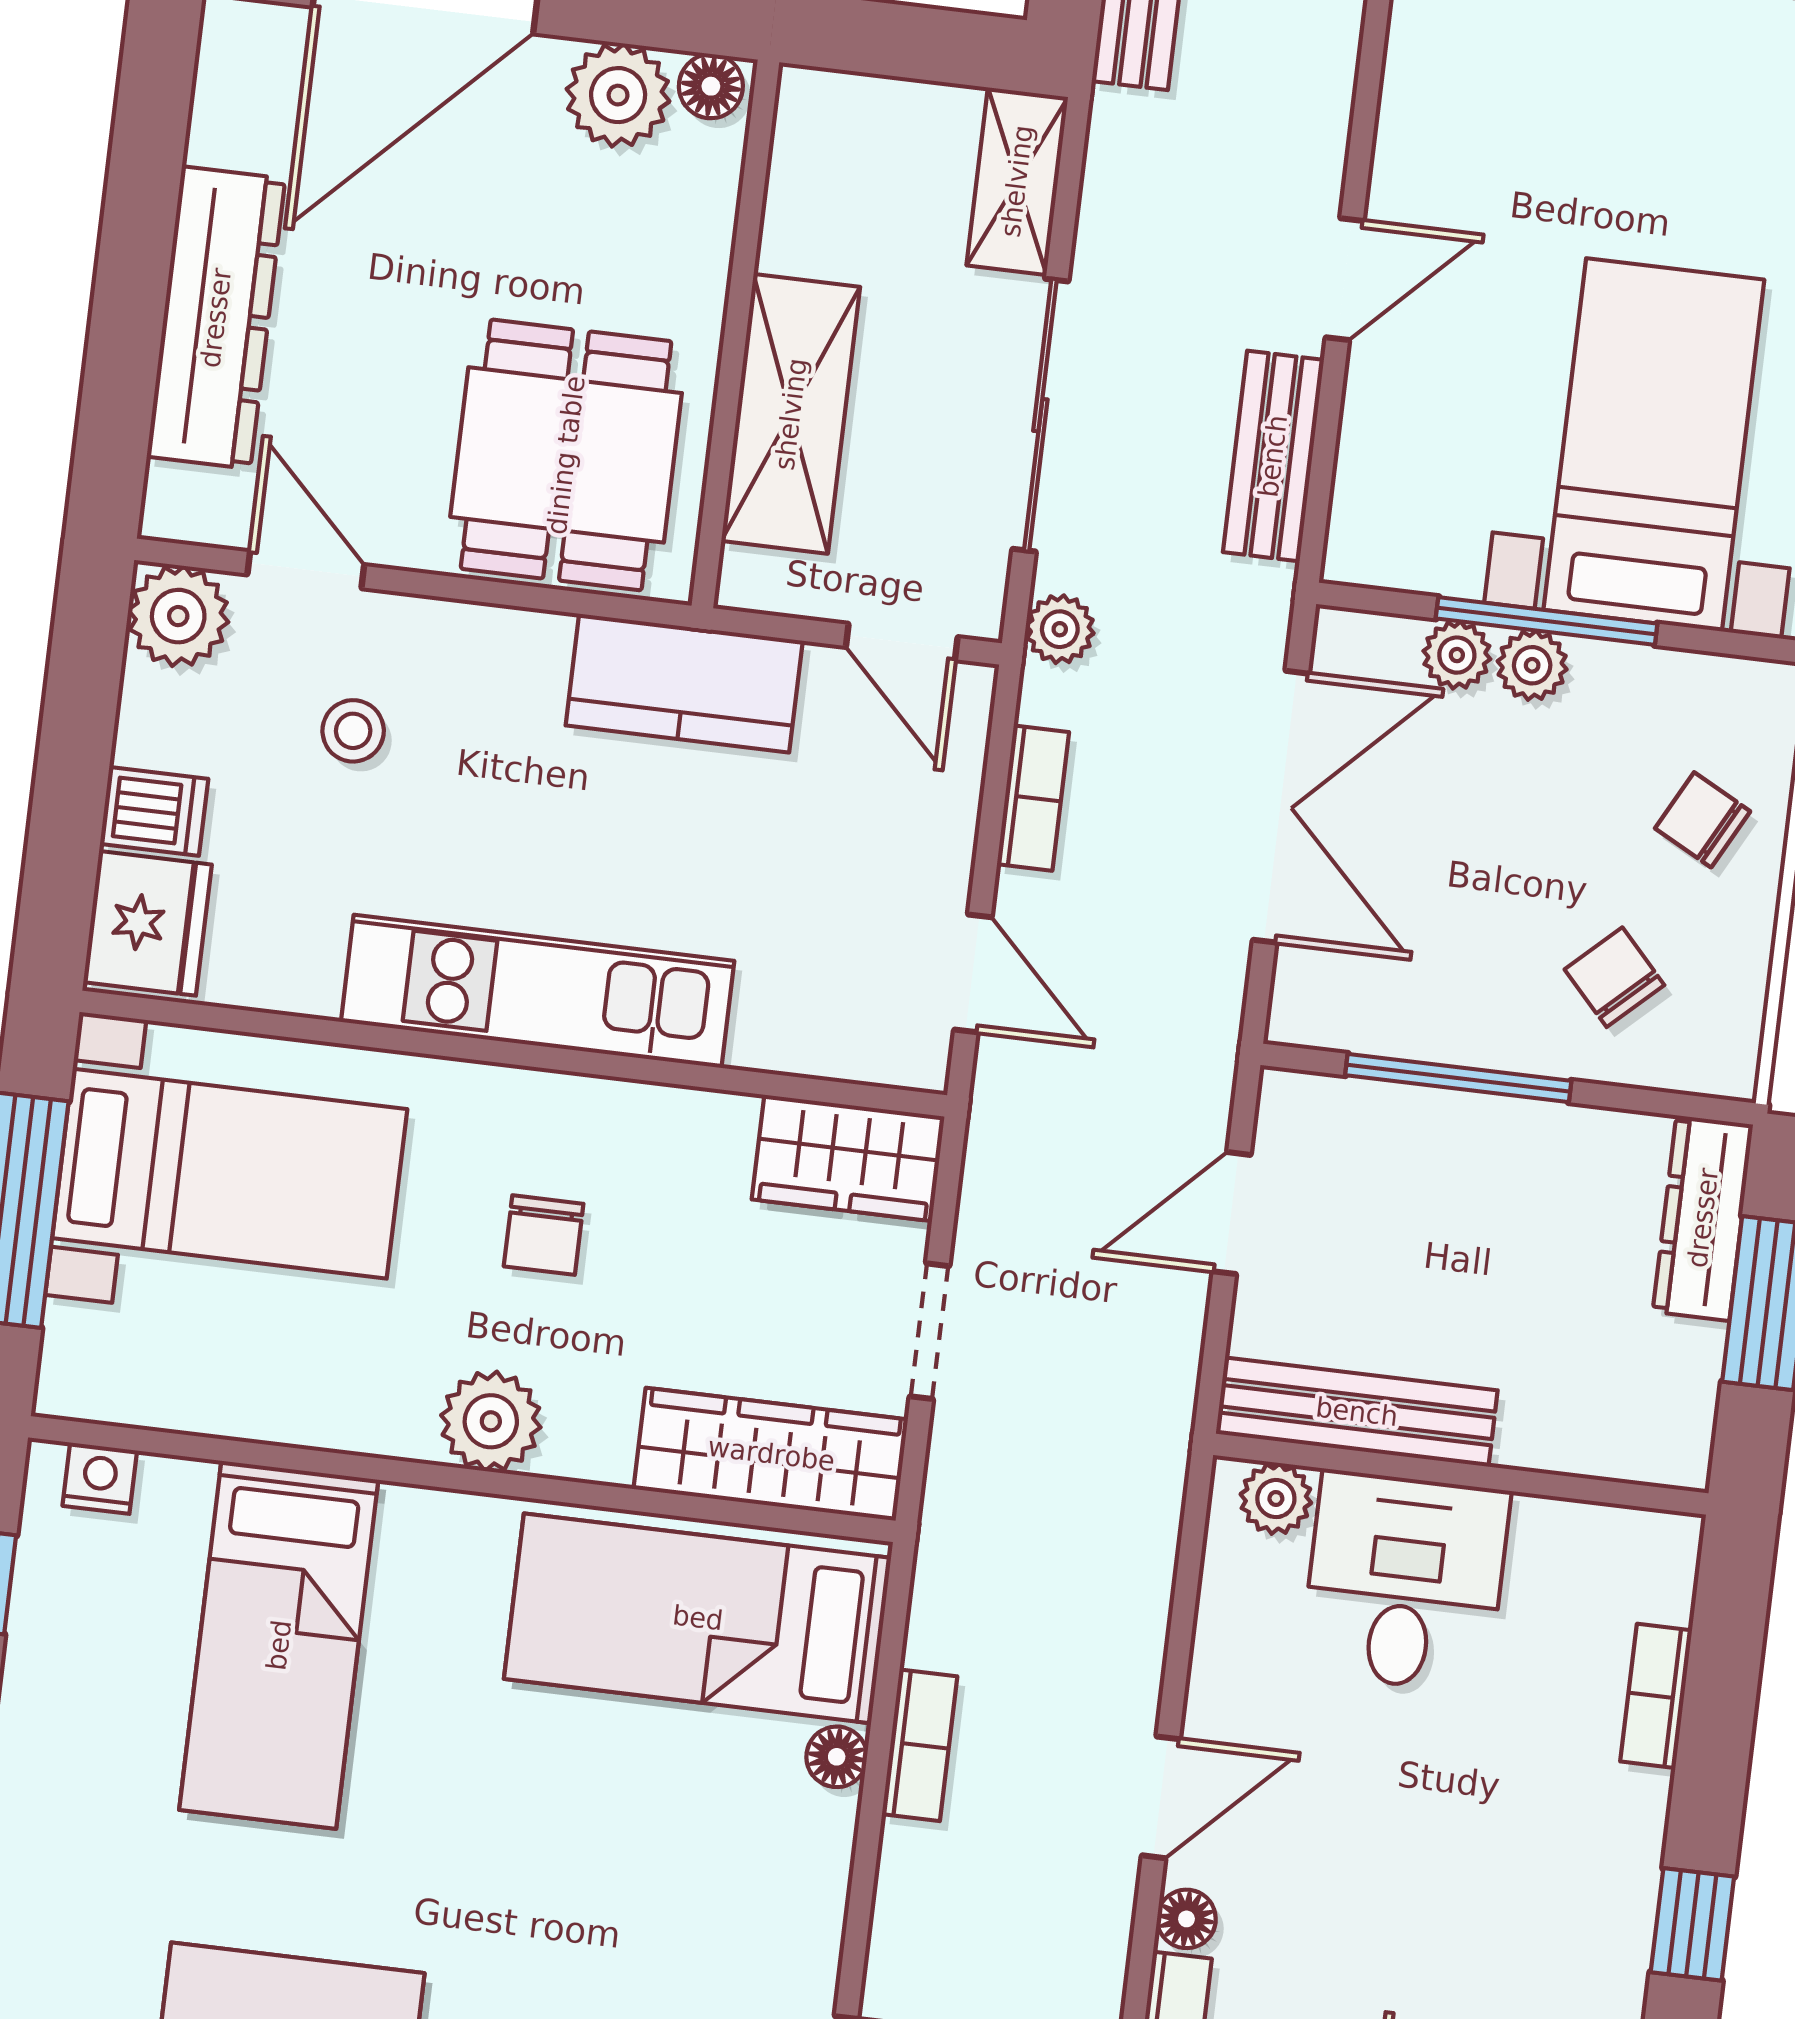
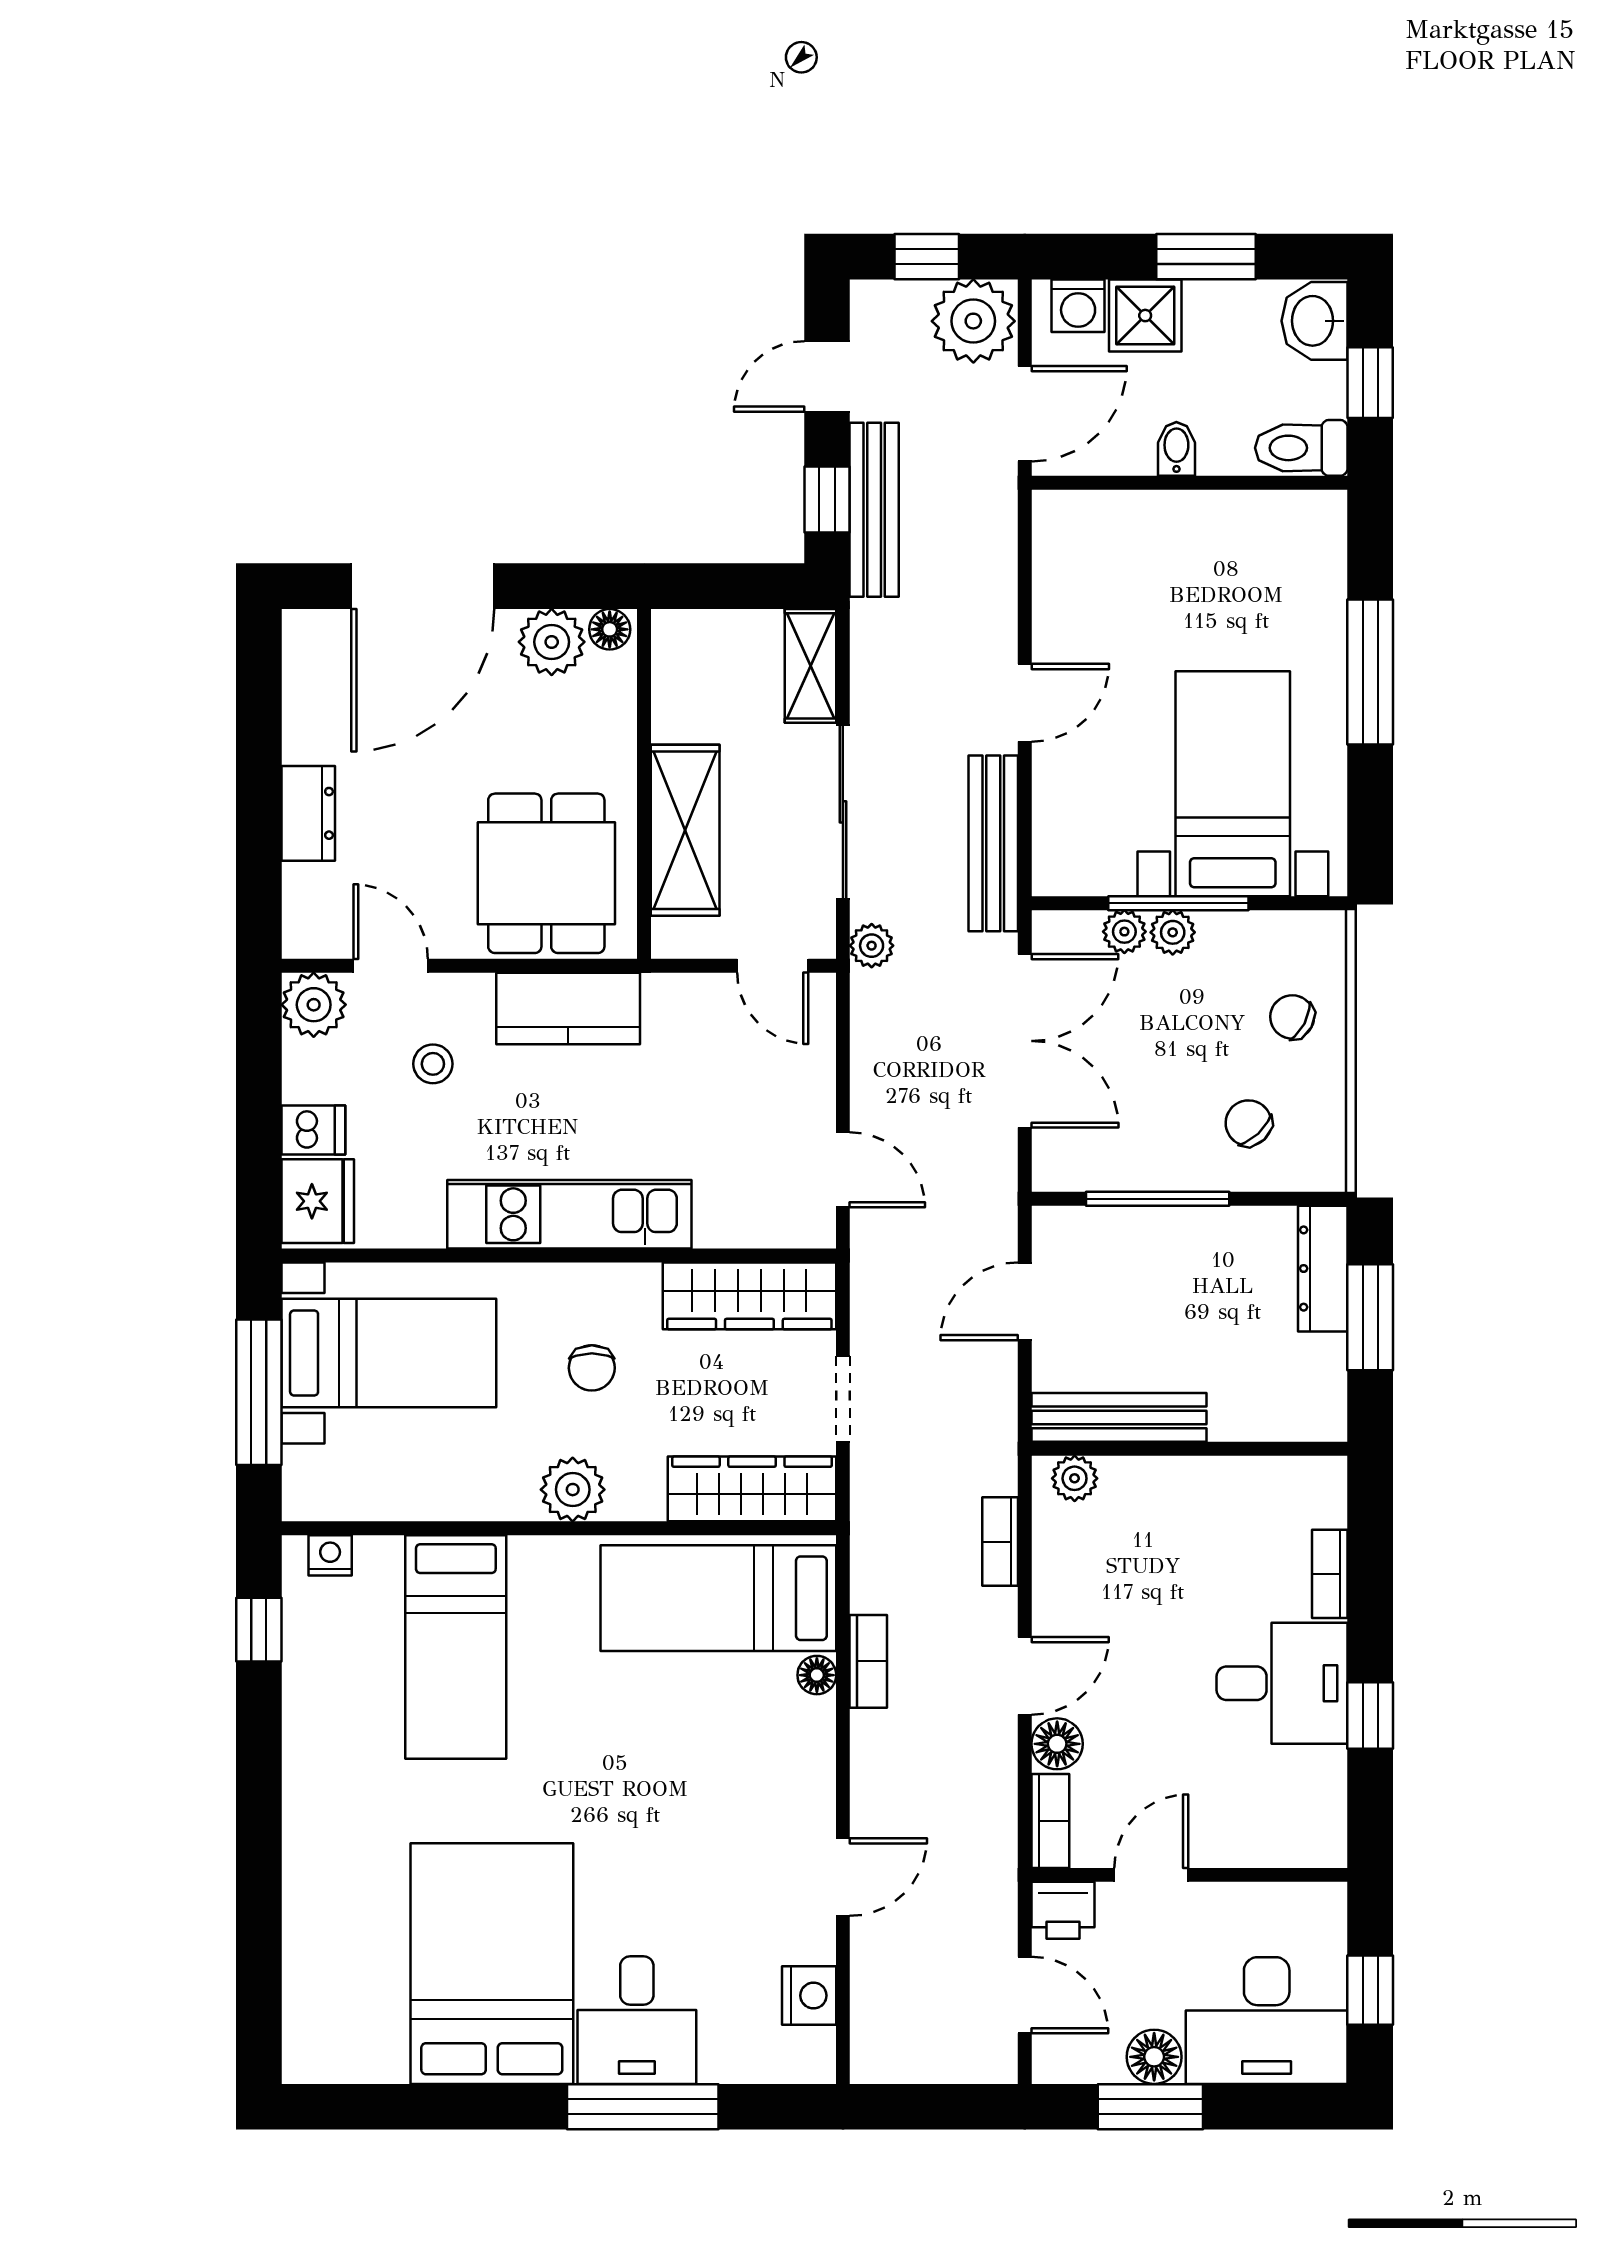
dresser: (216, 318) -> (308, 813), width x0.51, depth x0.80
bench: (1273, 456) -> (993, 843), width x1.36
kitchen counter: (684, 683) -> (568, 1008), moved
bookcase: (1033, 798) -> (1000, 1542), moved, turned 180
wardrobe: (848, 1158) -> (749, 1296), width x1.50
desk: (1405, 1582) -> (1282, 1683), moved, turned 90
floor lamp: (1186, 1919) -> (1057, 1744), width x1.37, depth x1.37

